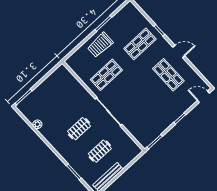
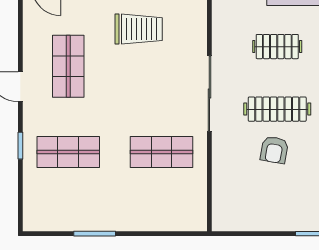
trolley: (100, 45) -> (139, 29), moved
armchair: (67, 113) -> (274, 150), added
clothes rail: (79, 129) -> (277, 109), width x1.36

